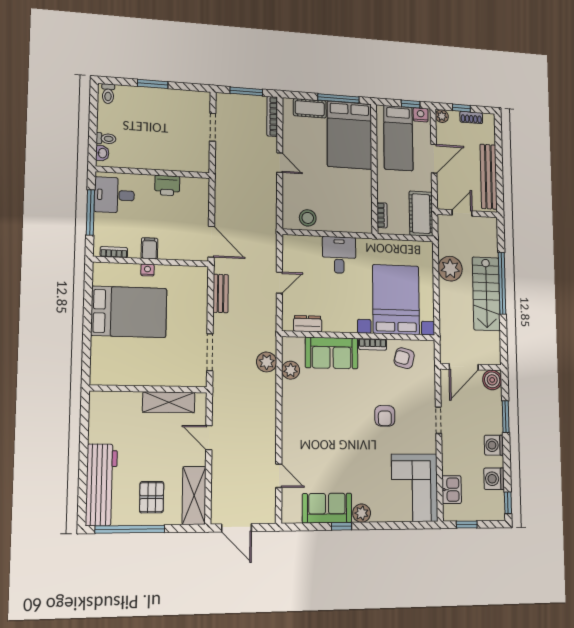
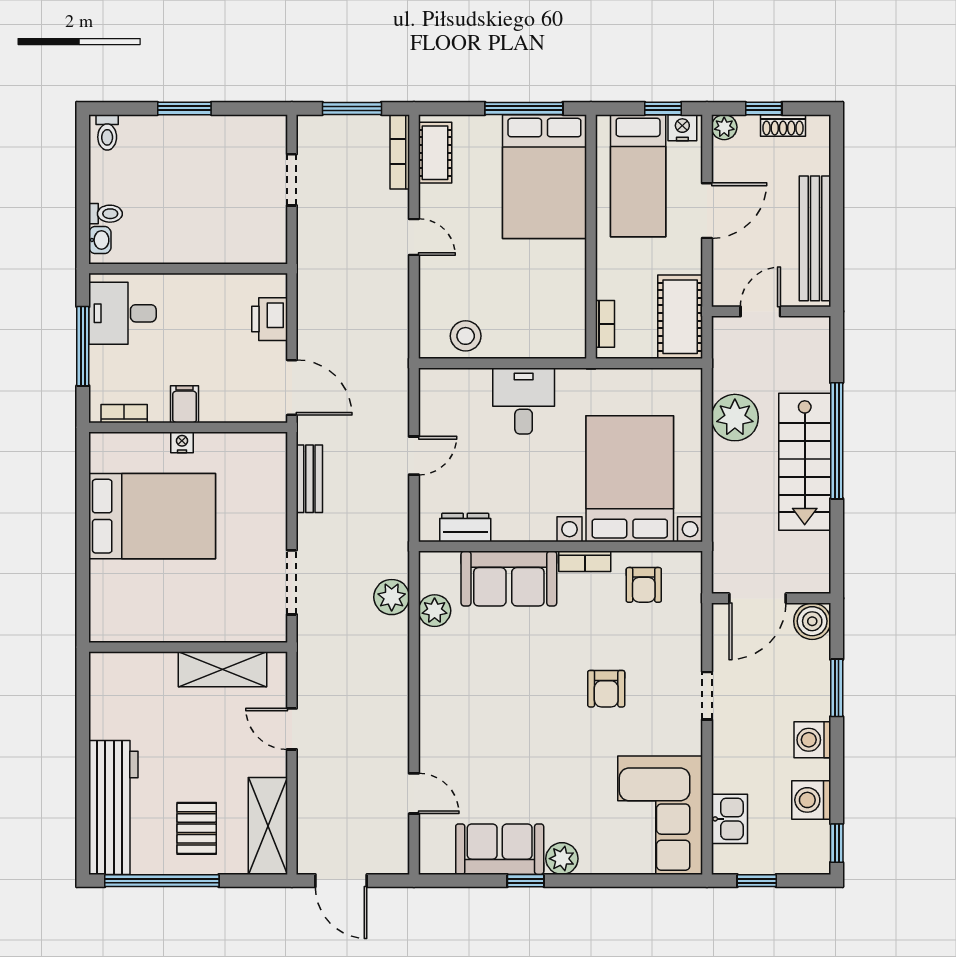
cot: (310, 108) -> (435, 153), moved, turned 90
printer: (167, 185) -> (270, 319), moved, turned 90
armchair: (404, 358) -> (644, 585), turned -104

